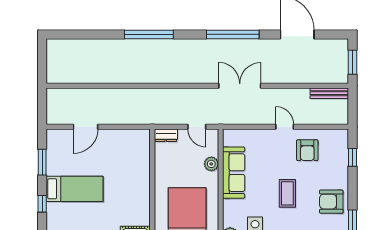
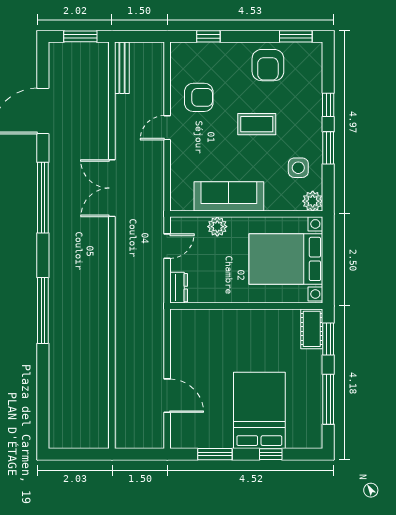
bed: (75, 189) -> (259, 410), width x1.50

